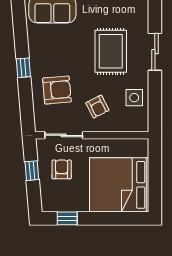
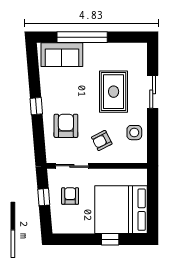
armchair: (57, 90) -> (66, 126), turned -85
armchair: (97, 107) -> (102, 141), turned 90
window: (67, 218) -> (110, 239), moved

